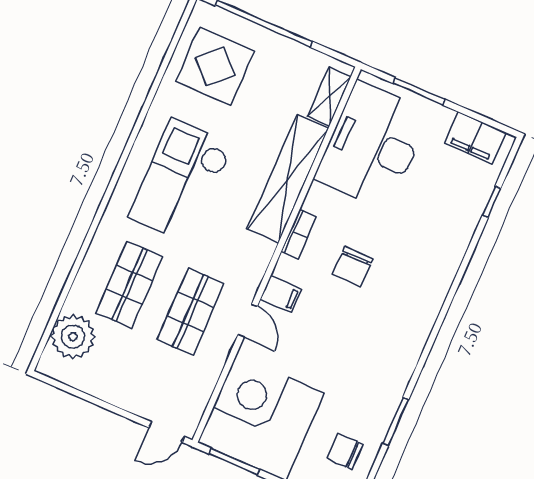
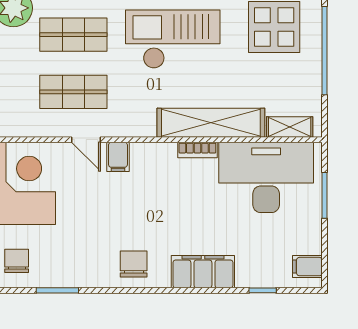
filing cabinet: (475, 138) -> (307, 267), width x0.50
bookcase: (299, 234) -> (197, 150), moved
filing cabinet: (444, 257) -> (203, 272), added
chair: (353, 267) -> (134, 264), moved, turned 90
door: (248, 320) -> (86, 140), hinge flipped

